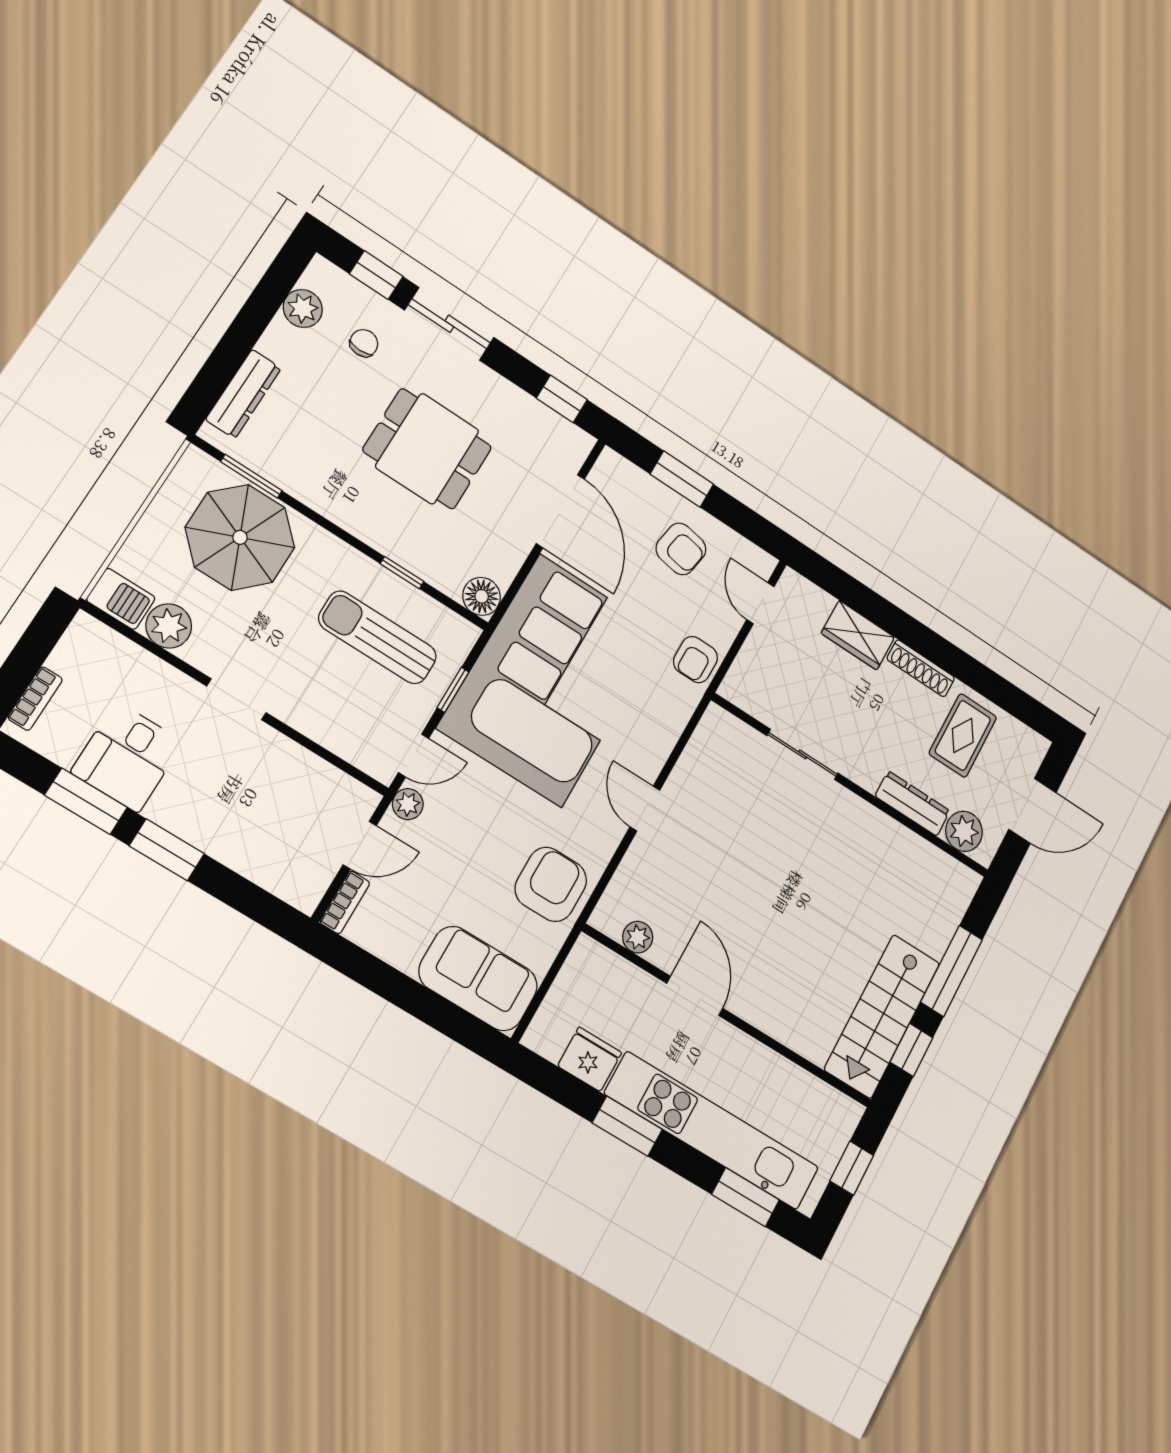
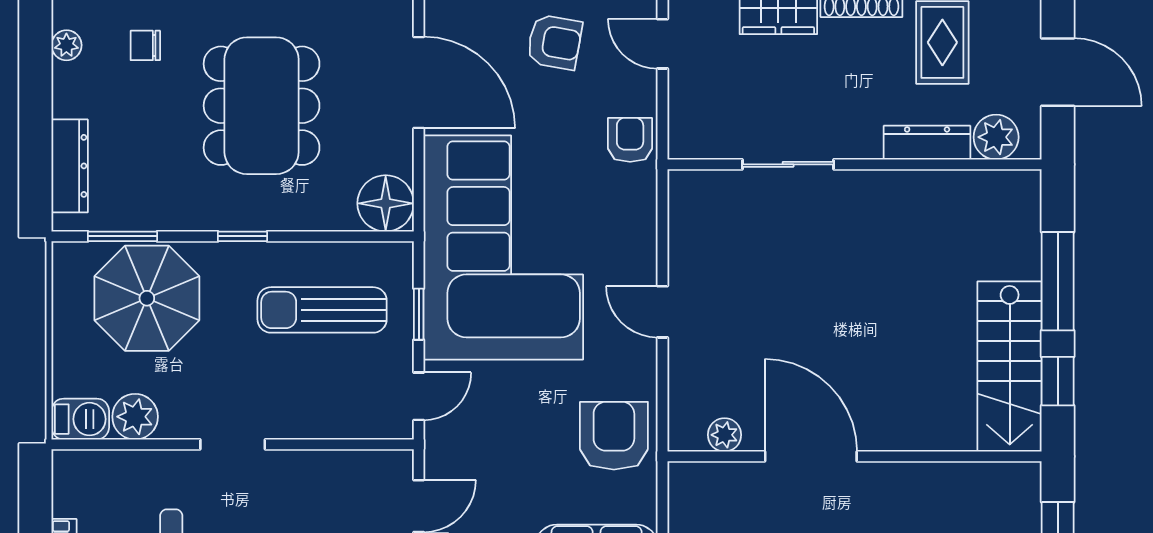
plant: (303, 308) -> (66, 45), width x0.73, depth x0.73
chair: (364, 343) -> (145, 45), turned -90
dining table: (427, 449) -> (262, 106), width x1.38
window: (402, 573) -> (242, 236), moved
floor lamp: (482, 596) -> (386, 203), width x1.38, depth x1.38
armchair: (695, 660) -> (630, 140), turned 180
plant: (408, 804) -> (440, 443), removed
door: (1032, 811) -> (1058, 72), hinge flipped
door: (695, 996) -> (811, 456), width x1.36

